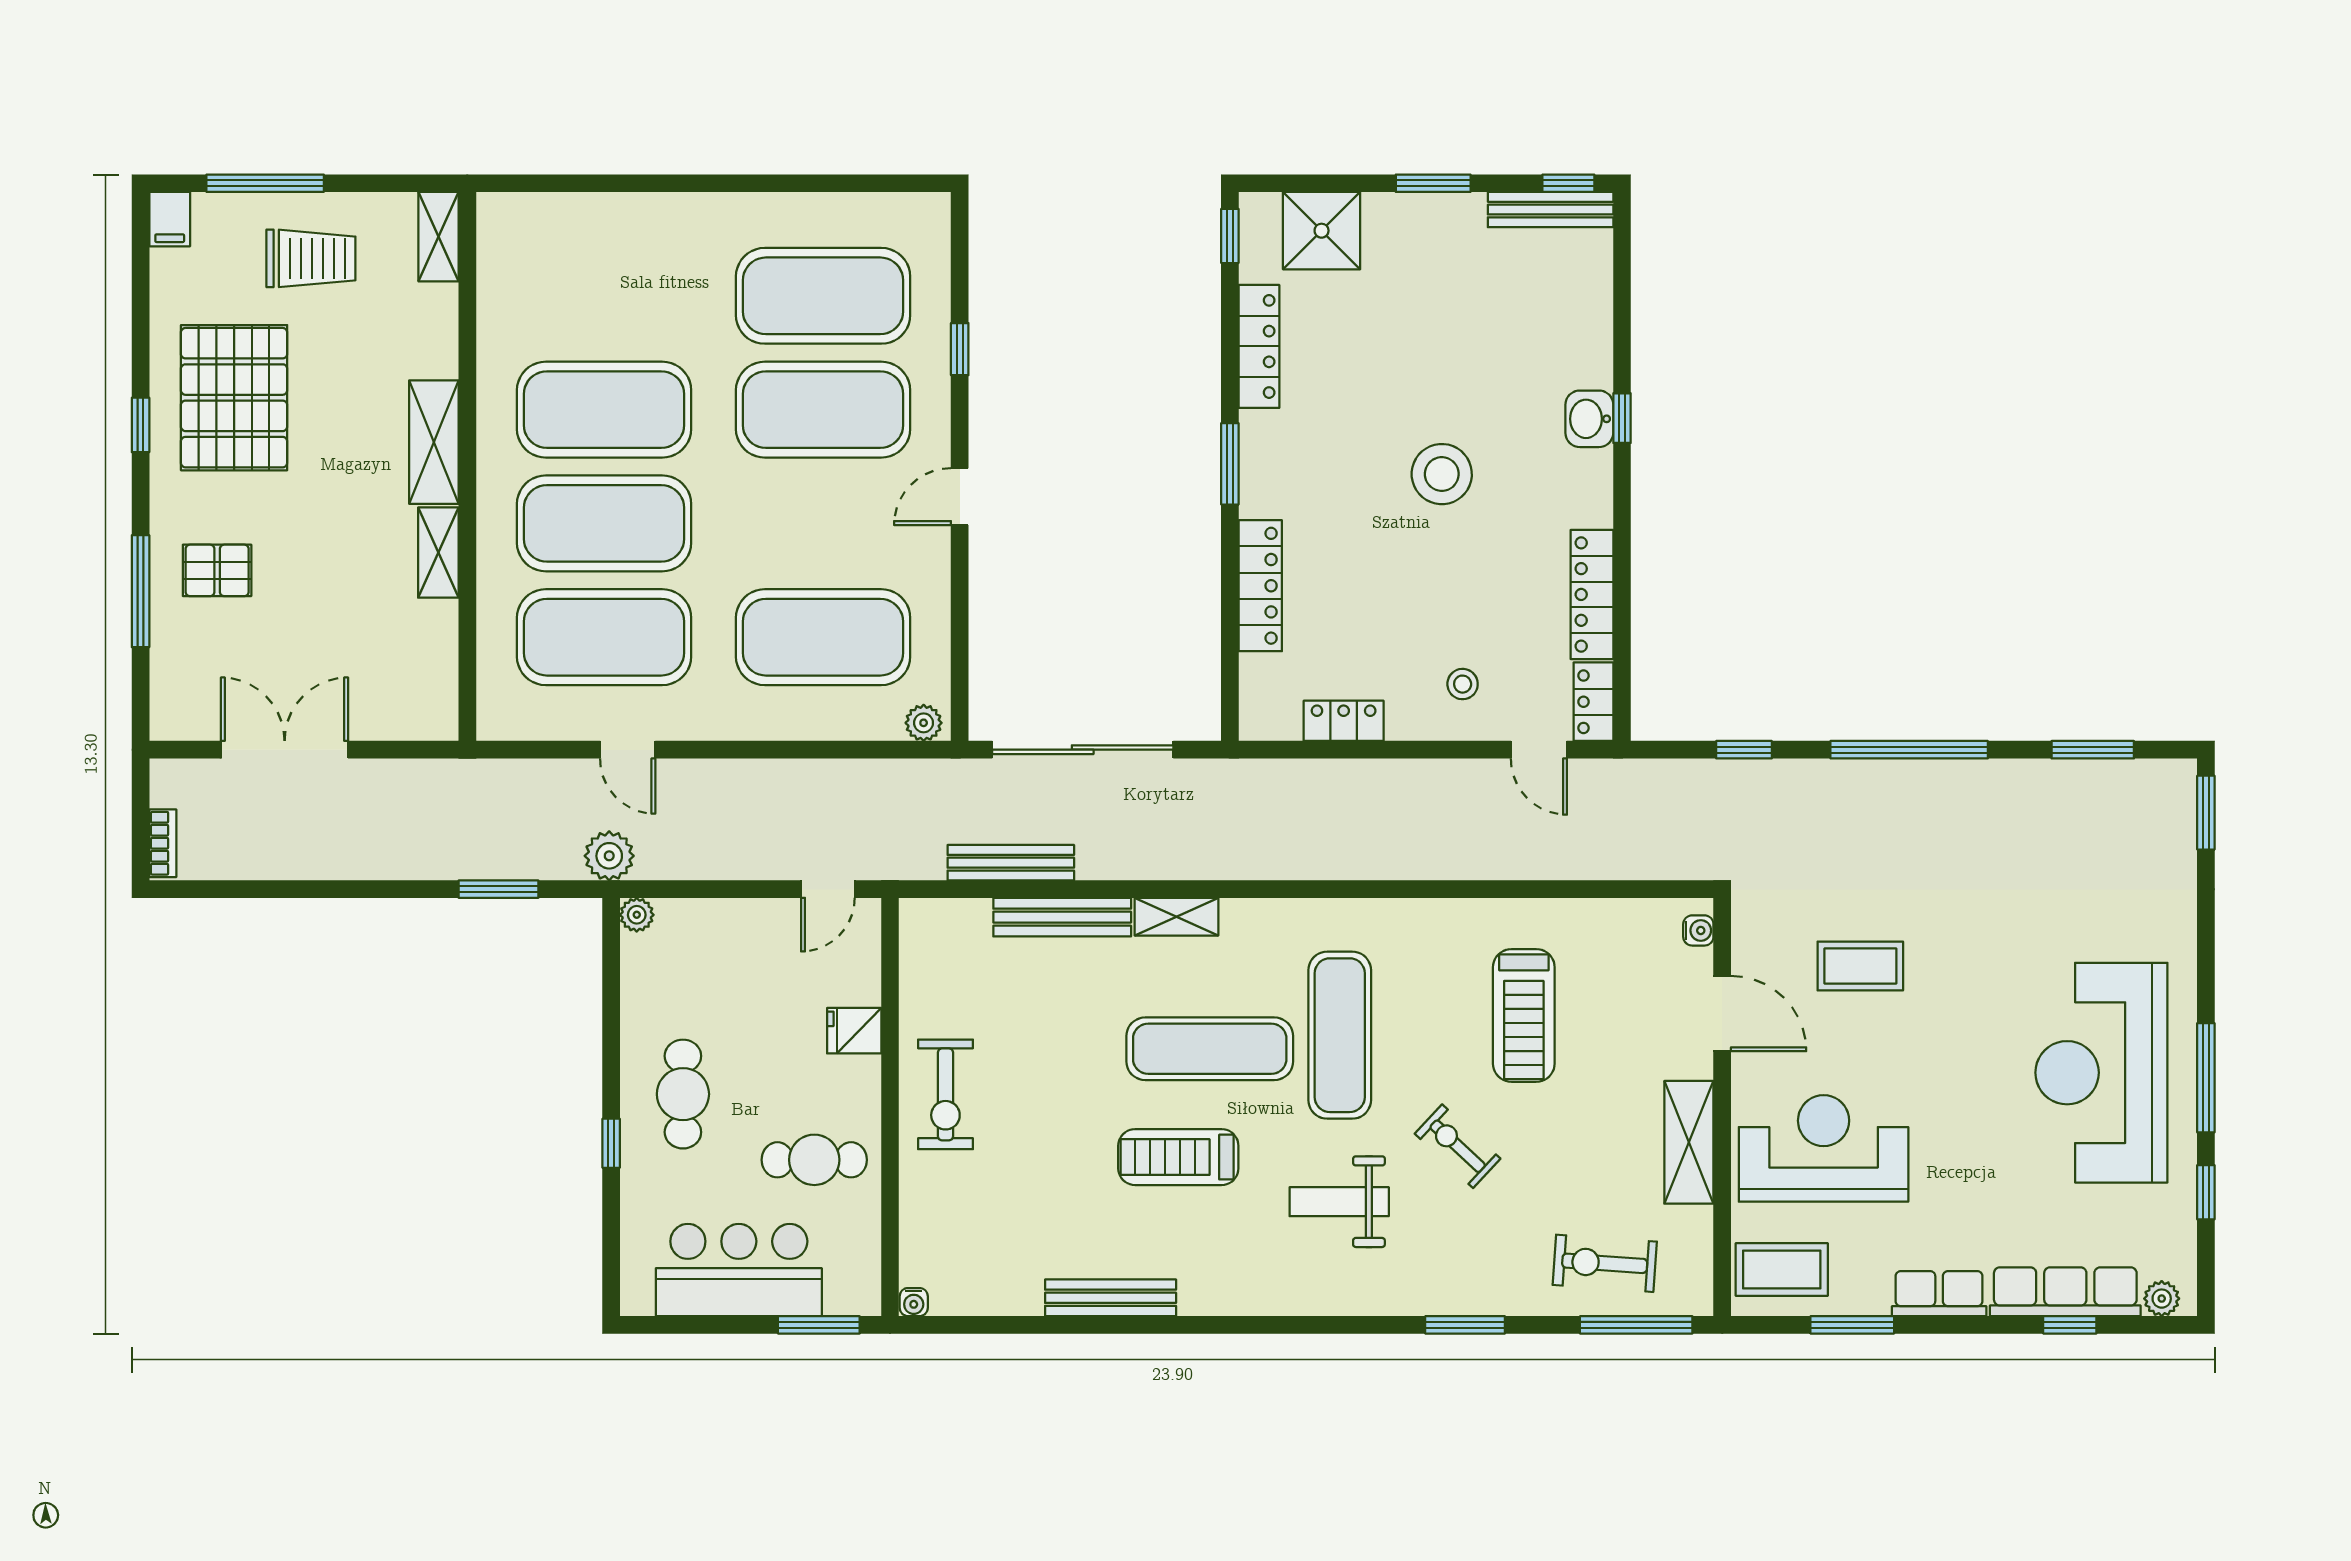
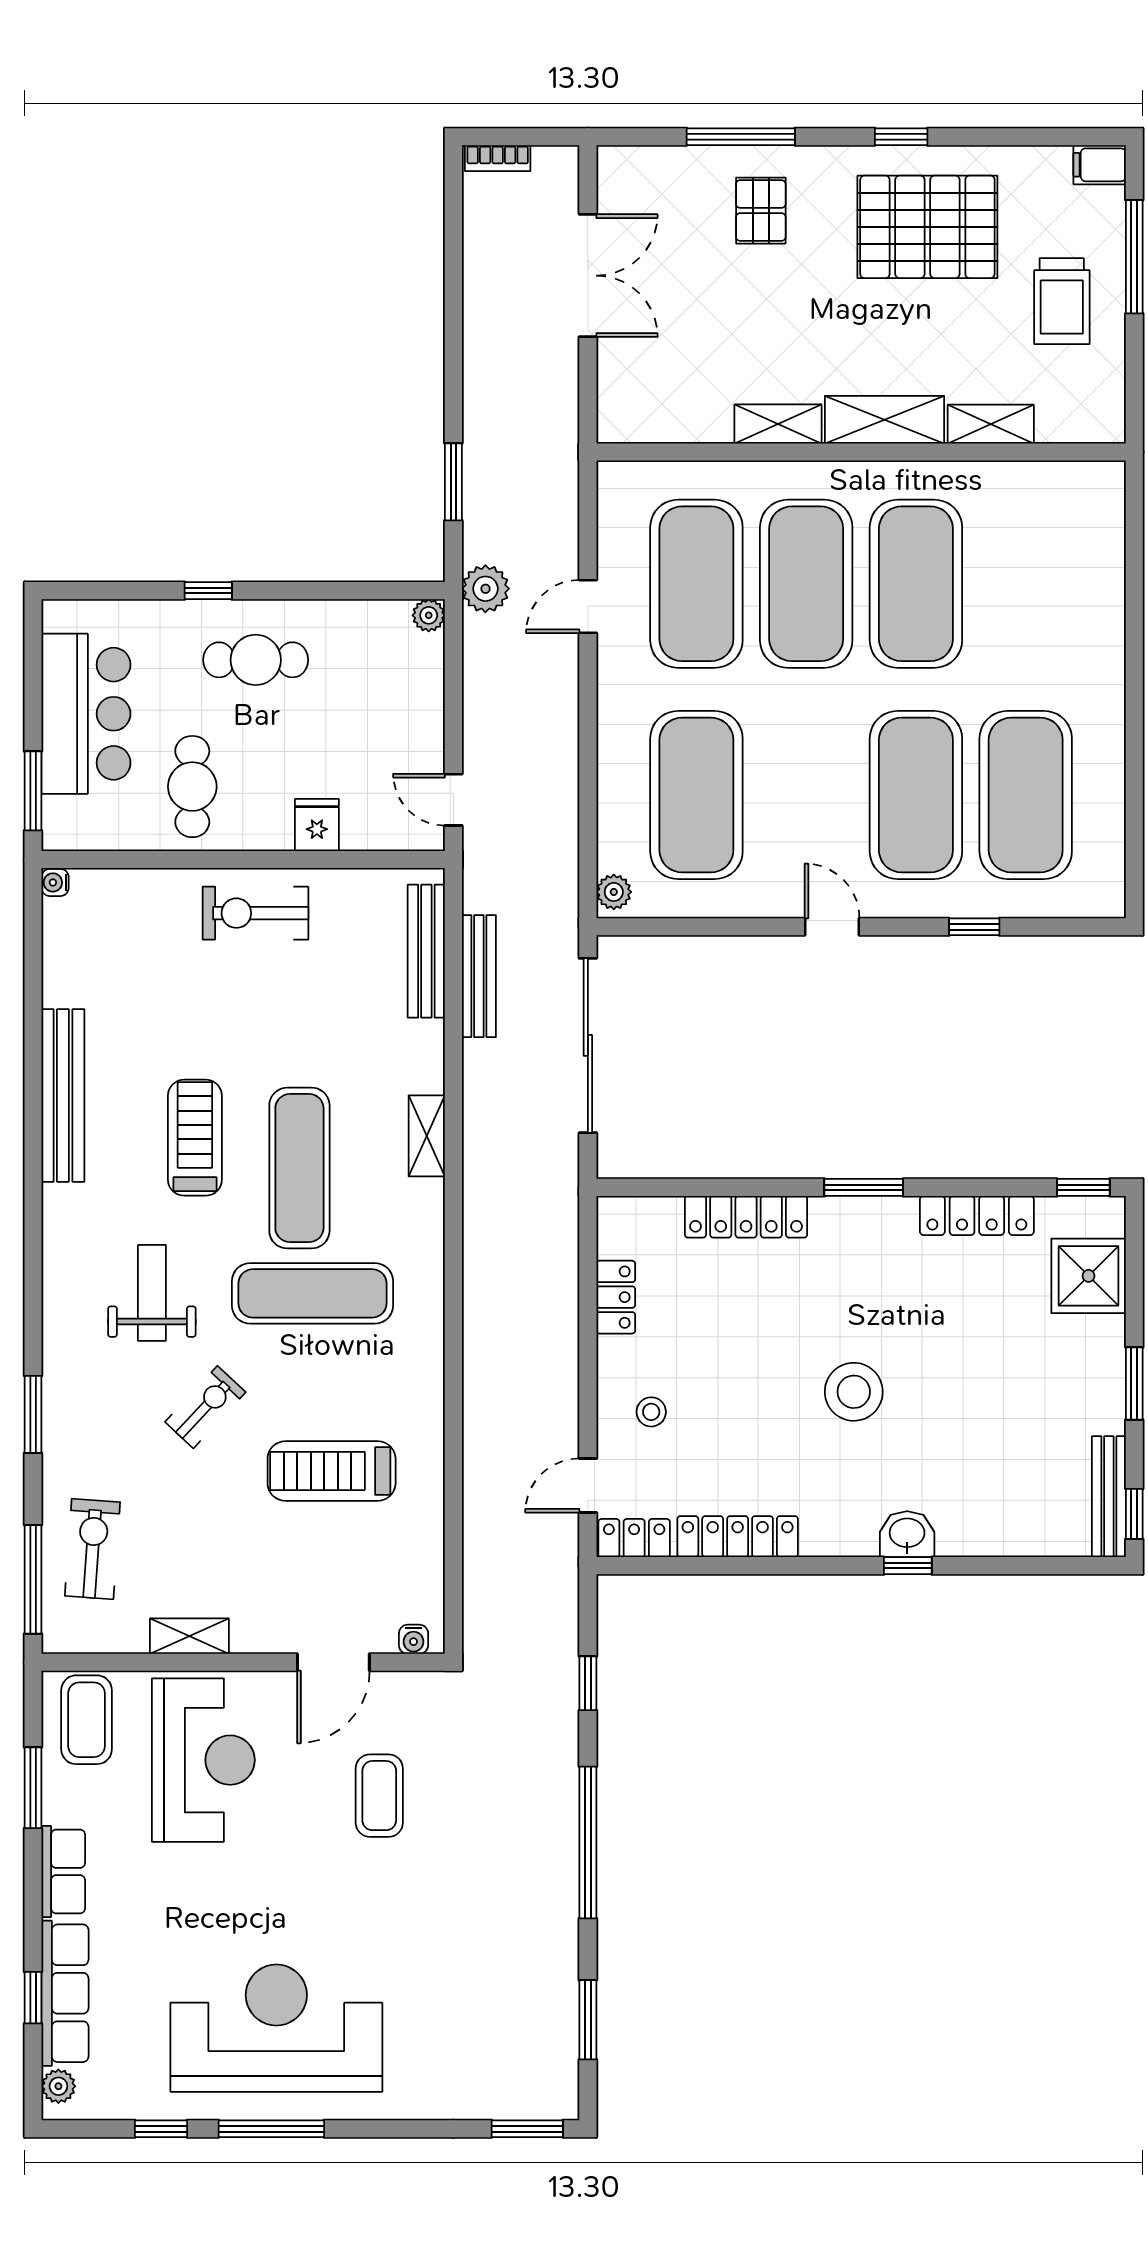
shelving: (439, 237) -> (991, 424), moved
bench: (1062, 917) -> (426, 951), moved
shelving: (1689, 1142) -> (189, 1636), width x0.67, depth x0.75
bench: (1111, 1298) -> (63, 1095), width x1.37, depth x1.21

